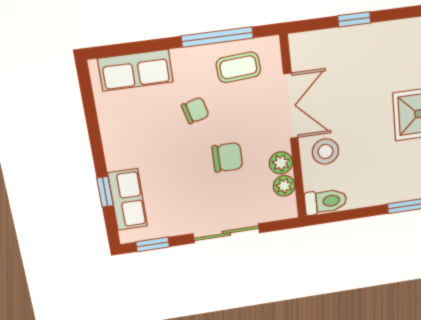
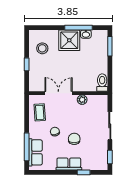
window: (217, 37) -> (27, 147), moved
stool: (325, 152) -> (42, 48), moved
chair: (227, 157) -> (74, 139), moved
plant: (284, 186) -> (92, 99), removed
row of seats: (128, 200) -> (69, 164), moved

